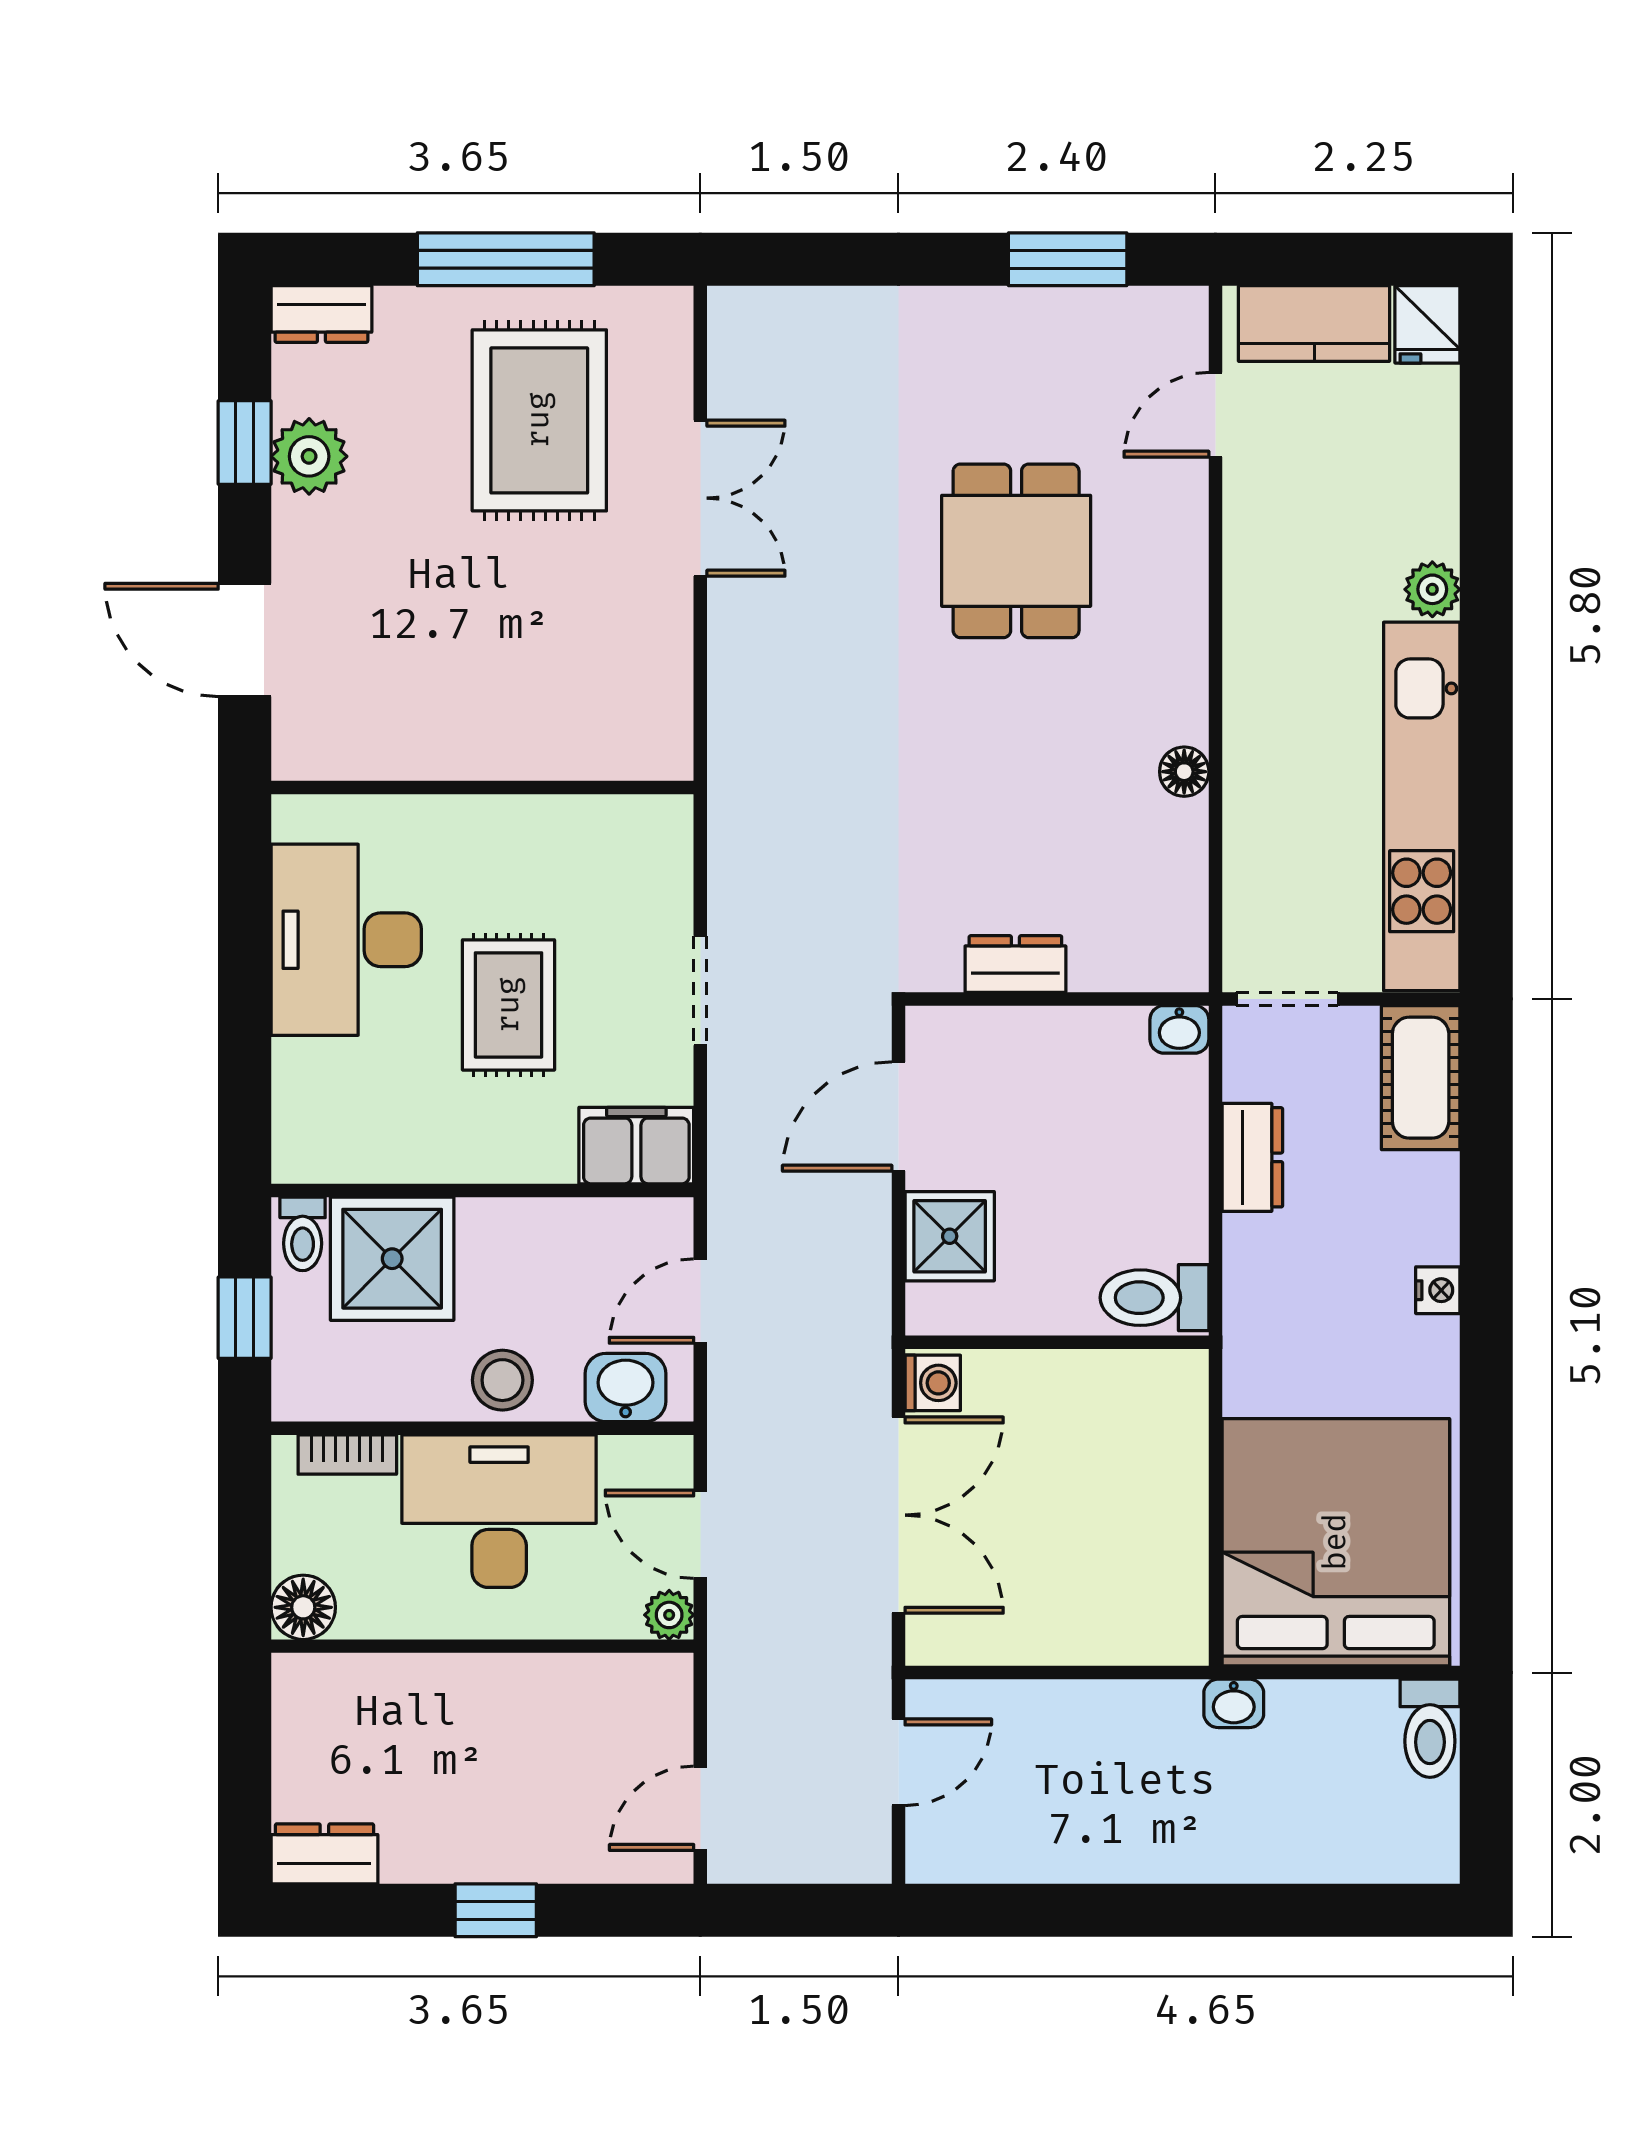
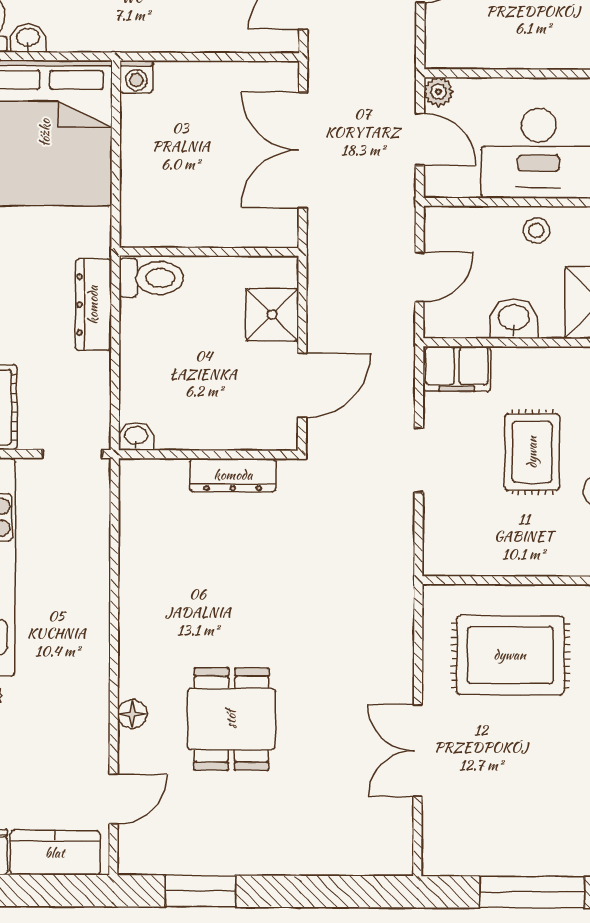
rug: (539, 420) -> (510, 655), moved, turned 90
floor lamp: (1184, 772) -> (132, 714), moved
dresser: (1015, 964) -> (233, 475), width x1.44
dresser: (1252, 1157) -> (93, 305), moved, width x1.44
stool: (502, 1380) -> (536, 231), width x0.73, depth x0.73
washing machine: (933, 1383) -> (136, 77), moved, turned -90
washbasin: (626, 1387) -> (514, 318), moved, turned 180
washbasin: (1234, 1703) -> (28, 38), moved

